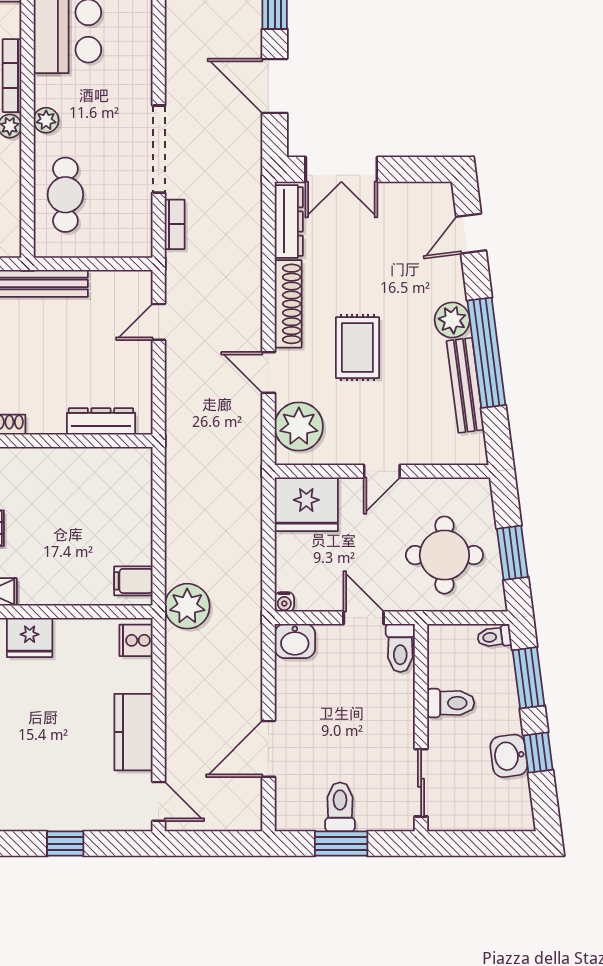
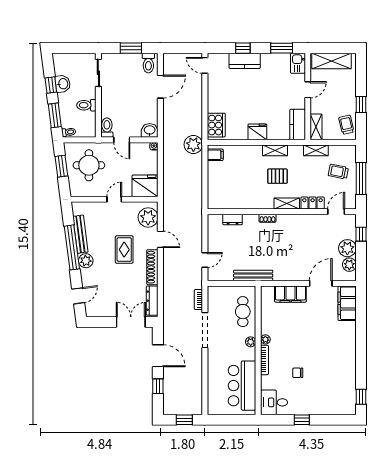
dresser: (101, 421) -> (233, 220), width x0.70
cooker: (136, 640) -> (216, 125), width x1.87, depth x1.31
kitchen counter: (133, 732) -> (245, 61), moved, turned 90
toilet: (340, 807) -> (148, 63), moved

